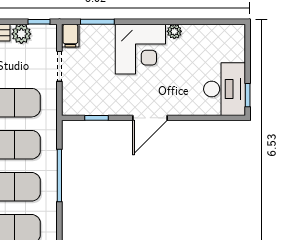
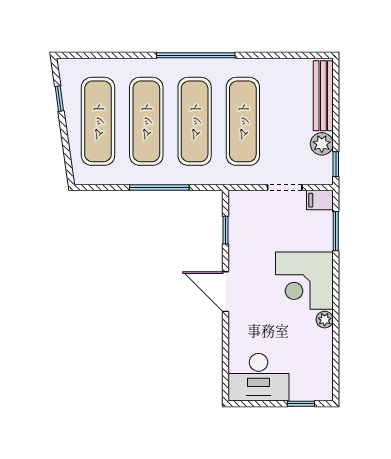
window: (248, 95) -> (301, 404), moved

